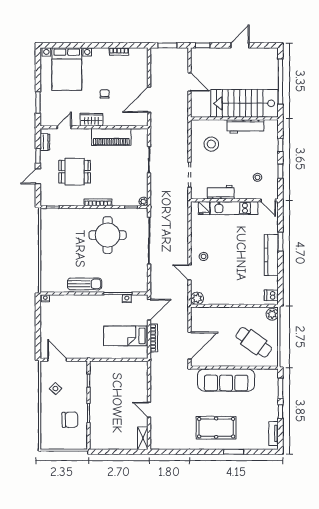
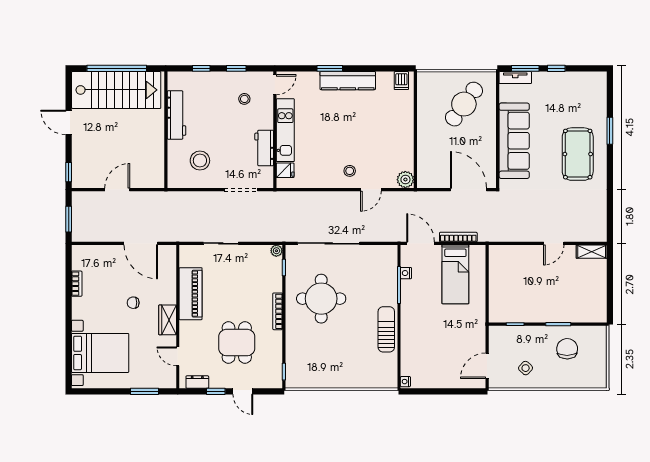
stairs: (244, 103) -> (116, 90), moved, turned -90
plant: (272, 314) -> (427, 79), removed
tv unit: (274, 433) -> (515, 78), moved

